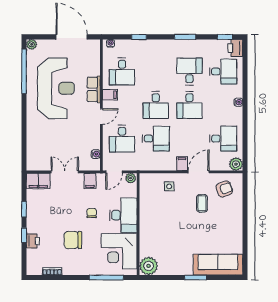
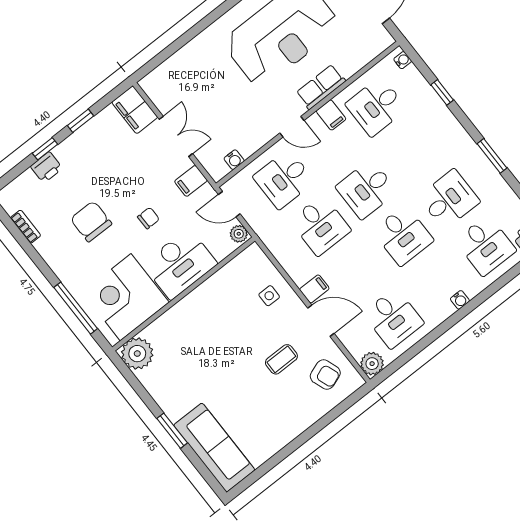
desk: (189, 105) -> (403, 236), turned -90

